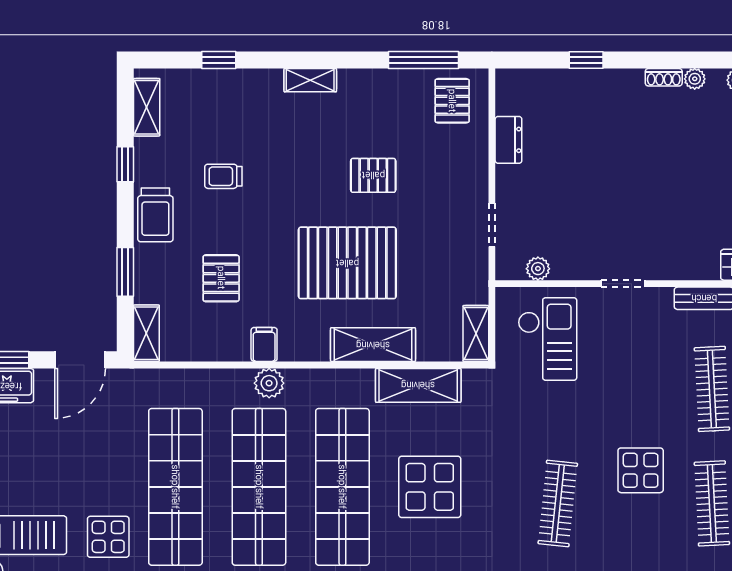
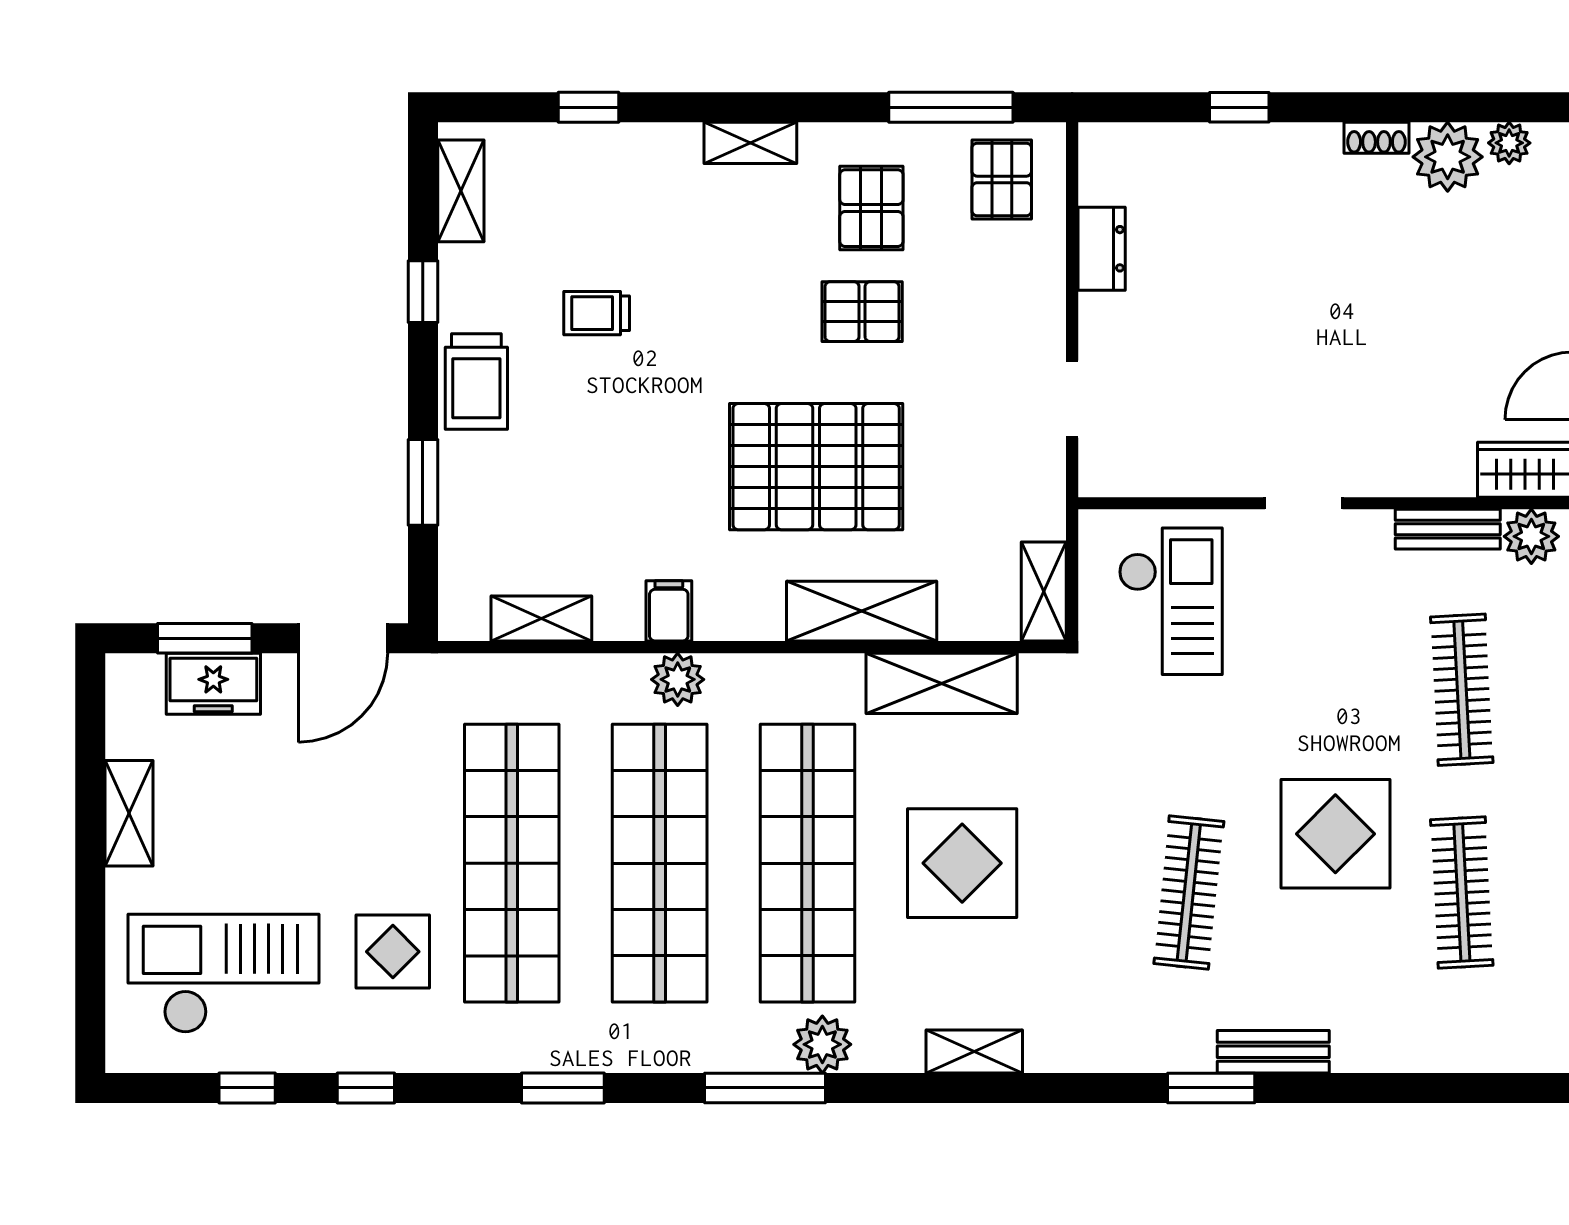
plant: (695, 79) -> (1448, 157), width x1.88, depth x1.88
plant: (538, 269) -> (1154, 477), removed
pallet: (221, 278) -> (871, 208), moved
shelving: (146, 333) -> (541, 619), moved, turned 90
display table: (641, 470) -> (1335, 834), width x1.36, depth x1.36

